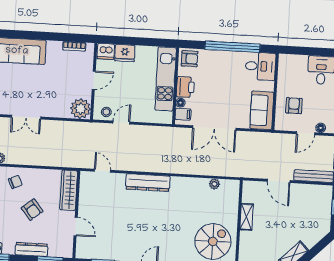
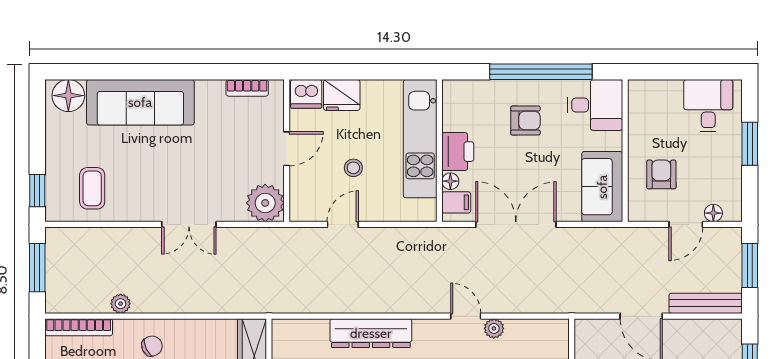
armchair: (190, 59) -> (525, 120), moved
stool: (106, 112) -> (353, 168), moved
double door: (26, 117) -> (189, 224), moved
double door: (214, 128) -> (516, 224), swing flipped
door: (103, 171) -> (466, 316), moved
dresser: (148, 183) -> (371, 333), moved
plant: (214, 184) -> (494, 328), moved

